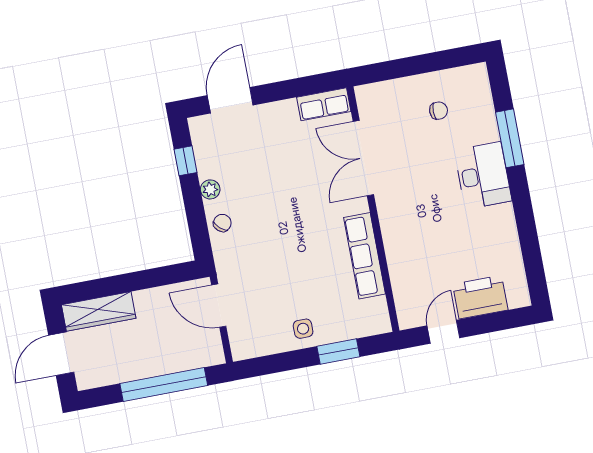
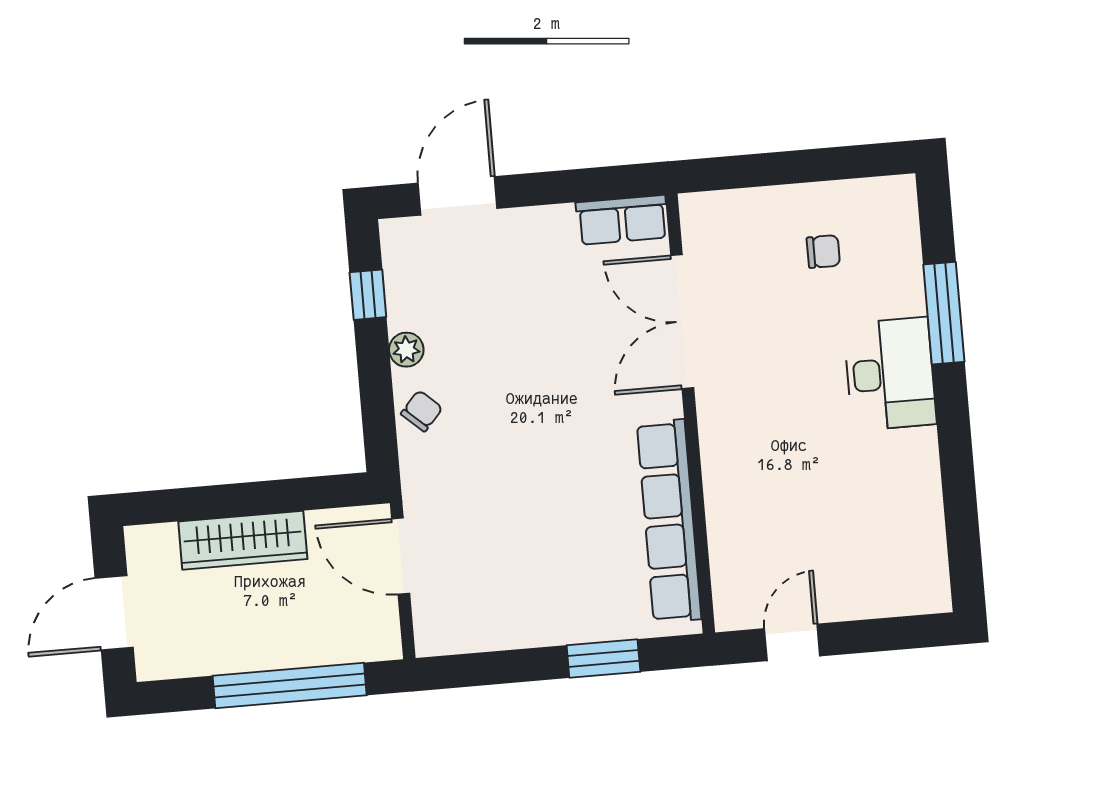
row of seats: (365, 256) -> (669, 521), width x1.36
printer: (480, 297) -> (864, 588), removed
wardrobe: (99, 311) -> (243, 540), moved
side table: (303, 329) -> (545, 612), removed

